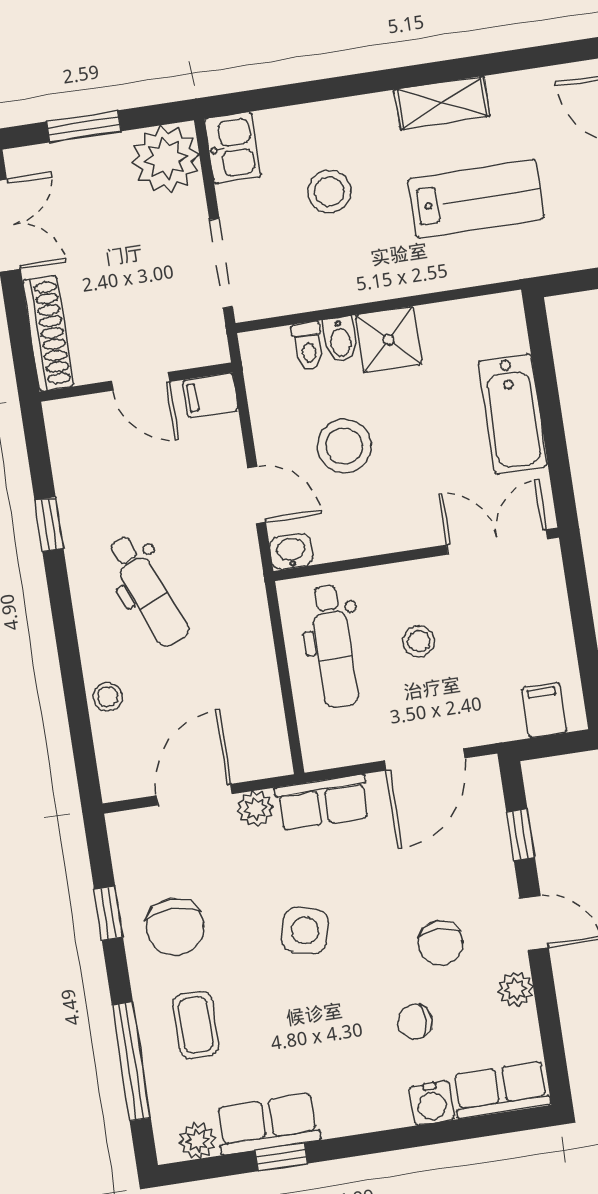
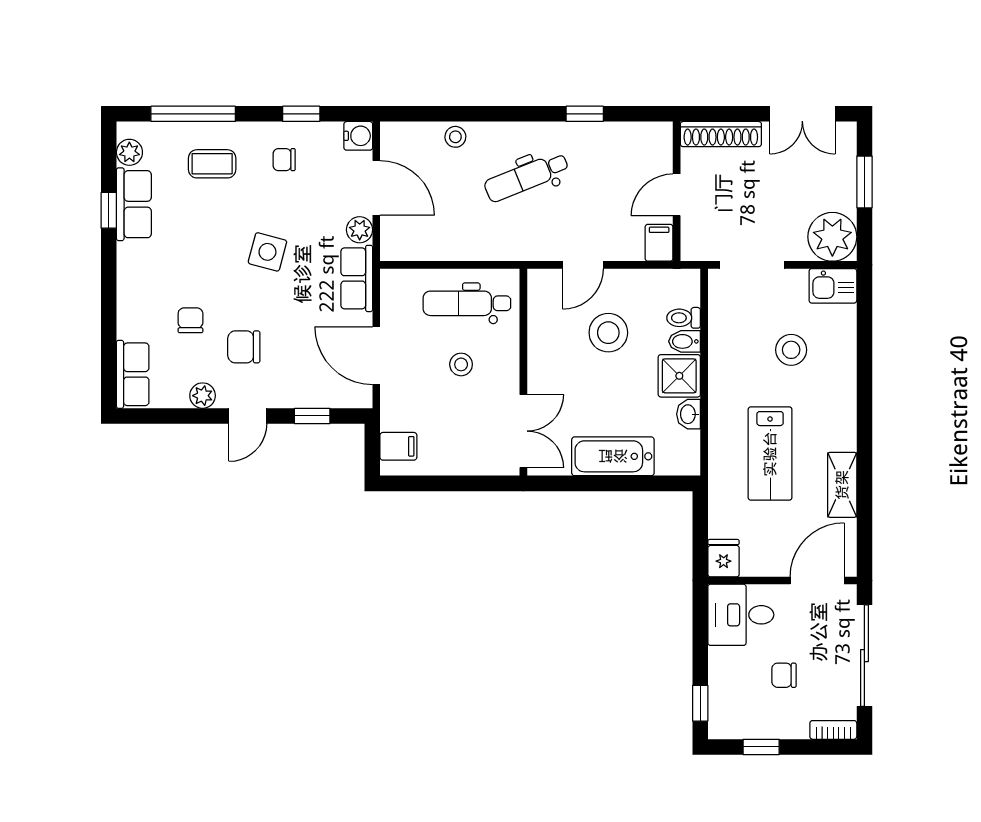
shelving: (442, 103) -> (842, 485), moved
washbasin: (291, 552) -> (689, 414), moved, turned 180
chair: (175, 927) -> (284, 160), width x0.54, depth x0.54
water cooler: (432, 1103) -> (358, 136), moved, turned 180

